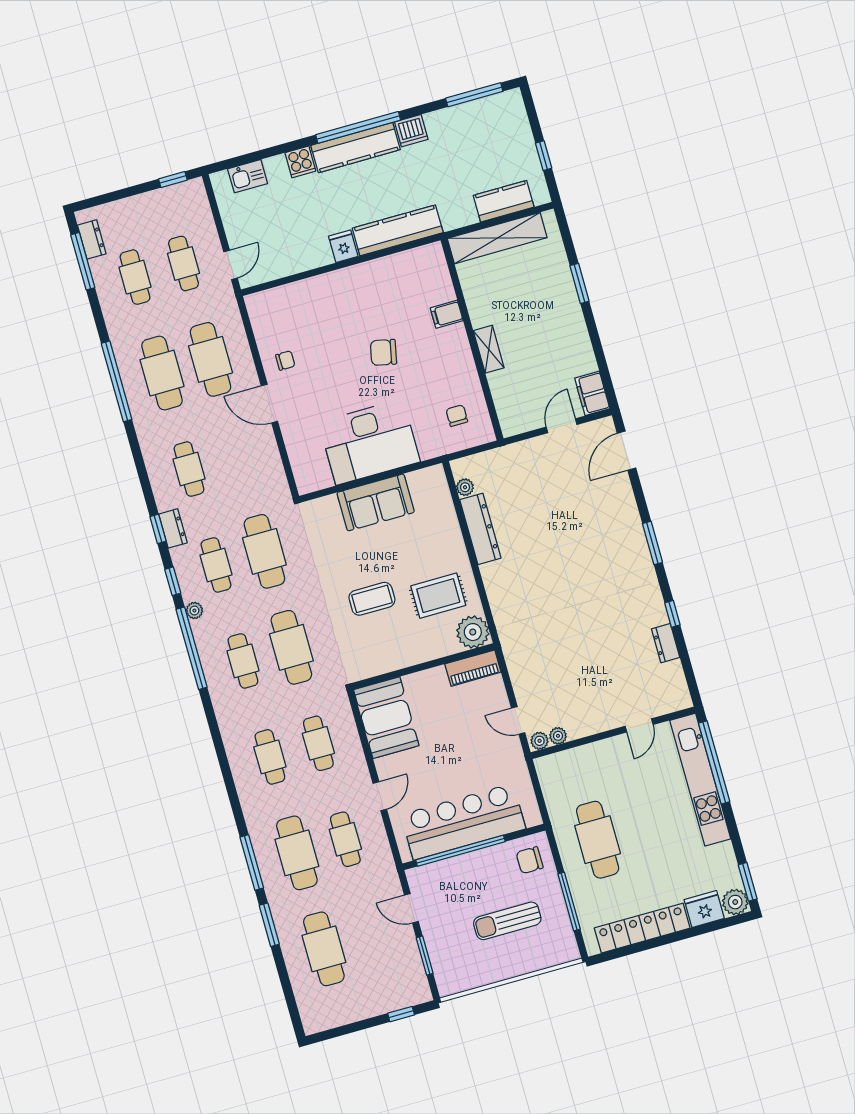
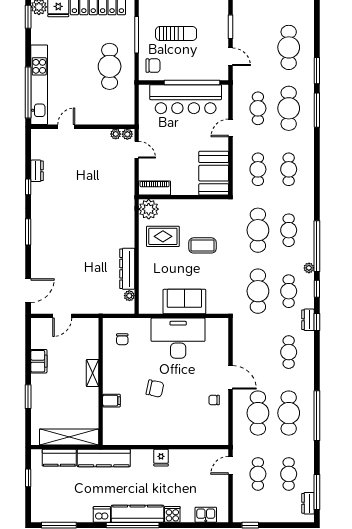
kitchen counter: (398, 230) -> (104, 458), moved
filing cabinet: (592, 393) -> (39, 361), moved

